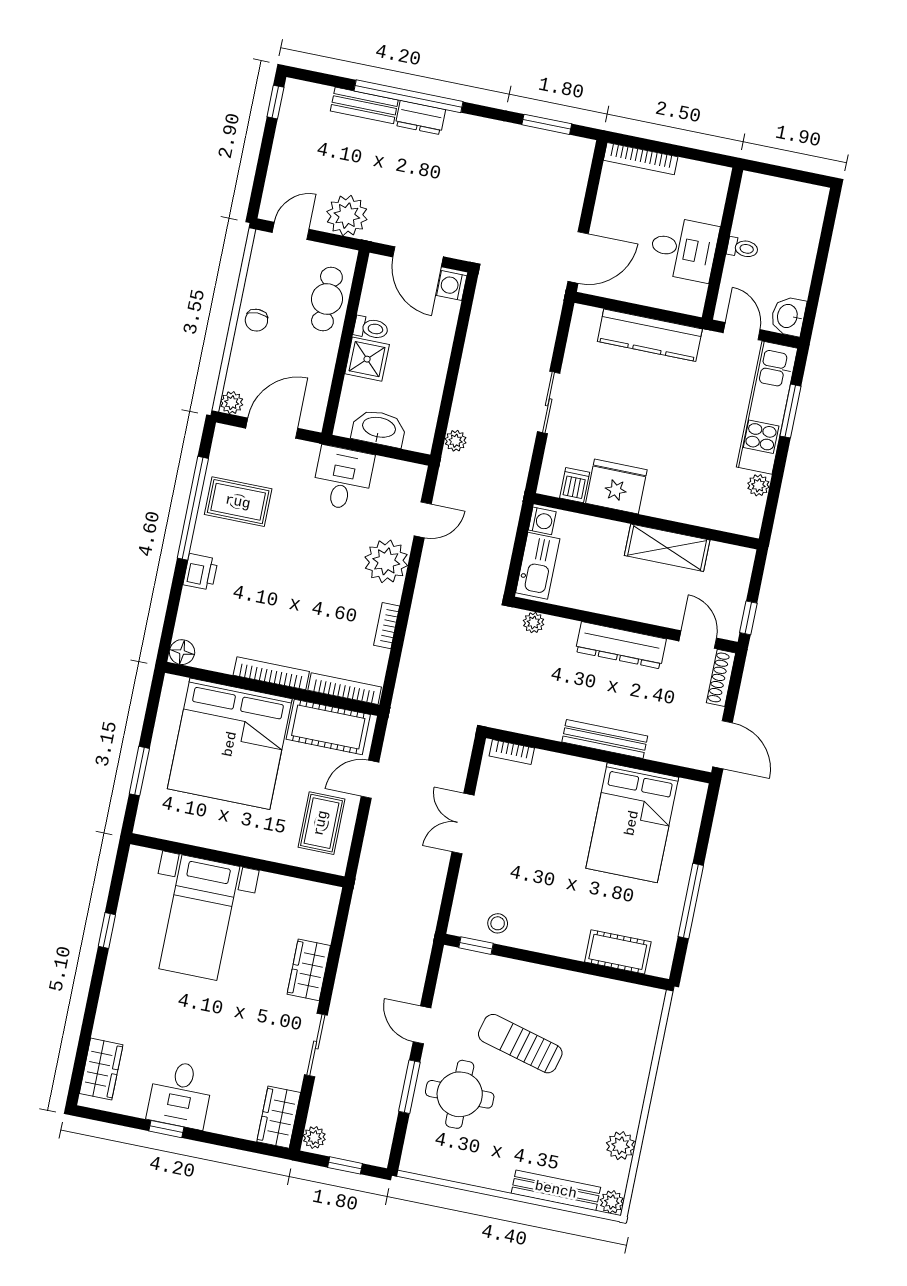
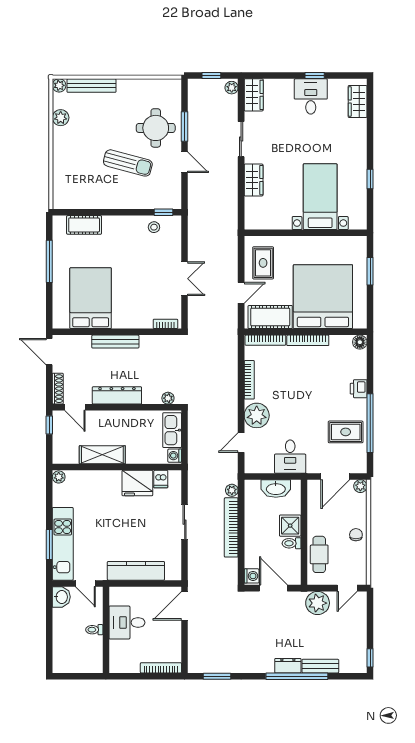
bookcase: (470, 377) -> (231, 527), added
plant: (758, 485) -> (59, 477), moved
bookcase: (387, 626) -> (249, 380), width x1.56

